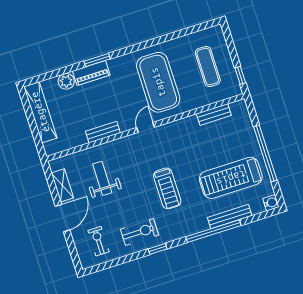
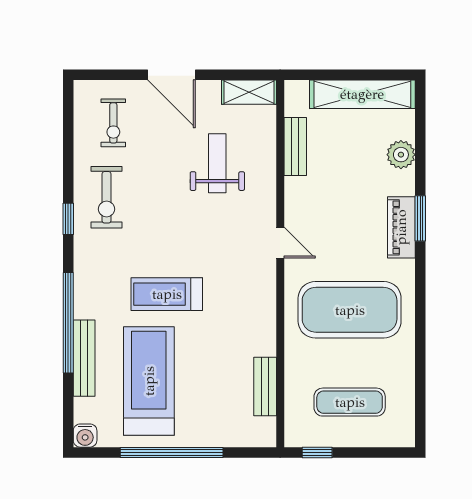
piano: (91, 73) -> (401, 227), moved
door: (146, 127) -> (280, 243), moved
bench: (103, 132) -> (295, 147), moved
weight bench: (102, 178) -> (217, 163), turned -90
shelving: (62, 185) -> (249, 92), moved
treadmill: (167, 188) -> (167, 294), moved
exercise bike: (98, 241) -> (113, 123), turned 90

